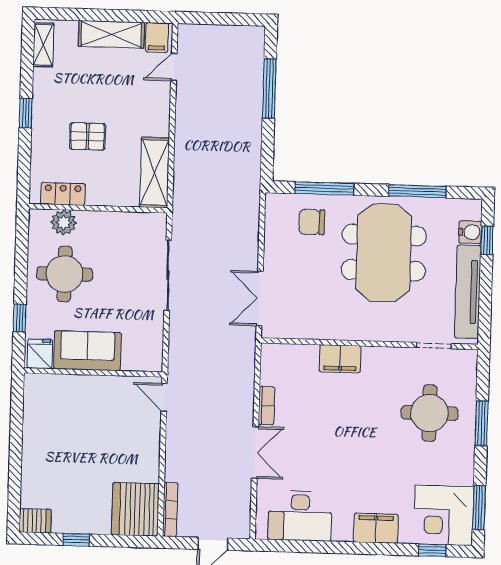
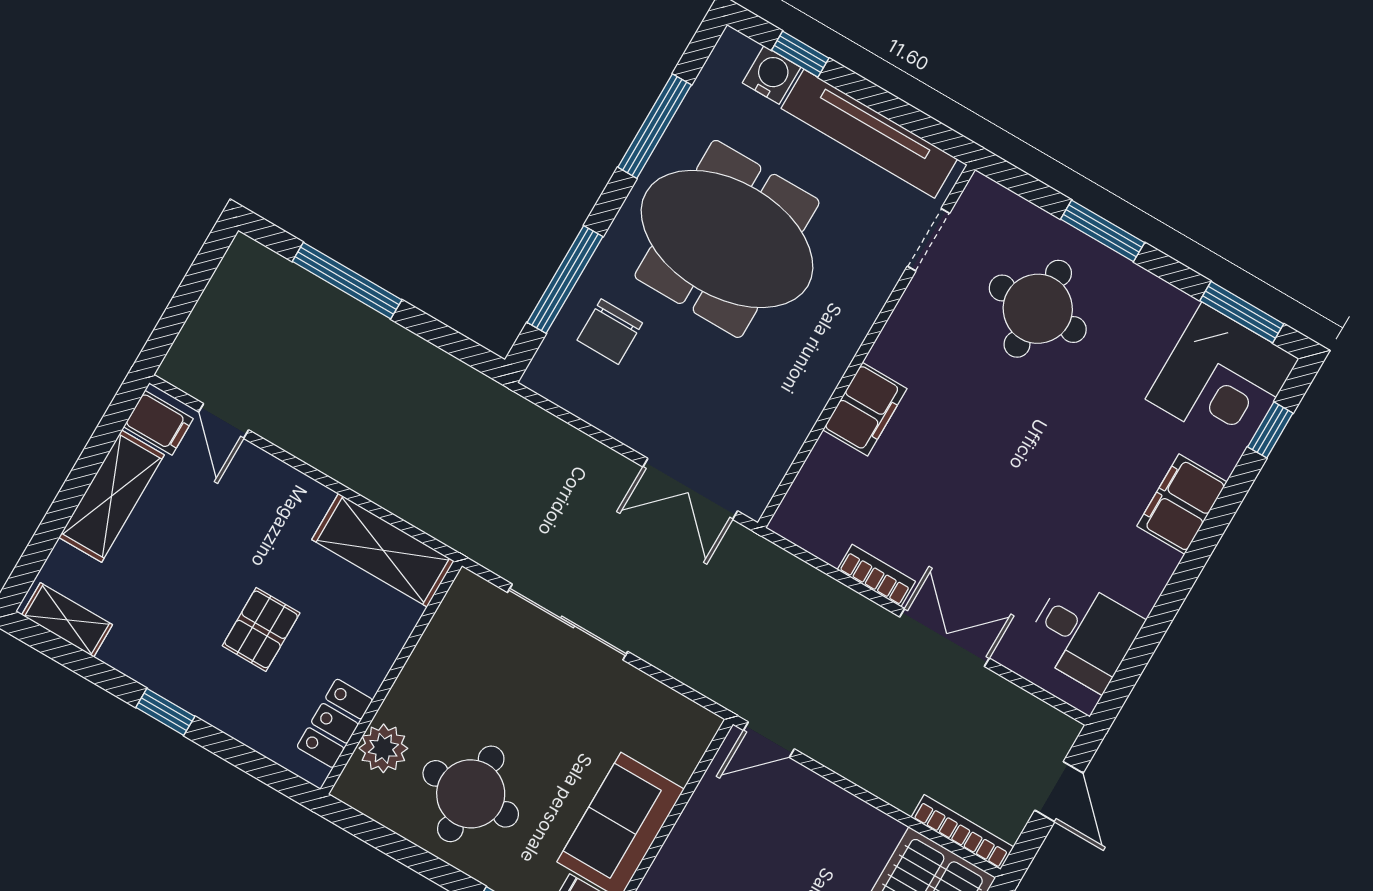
desk: (300, 516) -> (1084, 634), width x0.73

